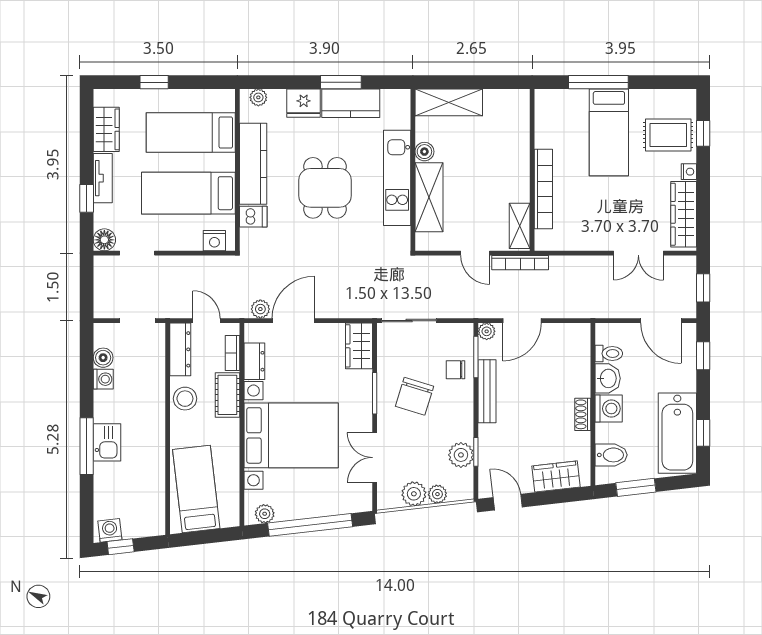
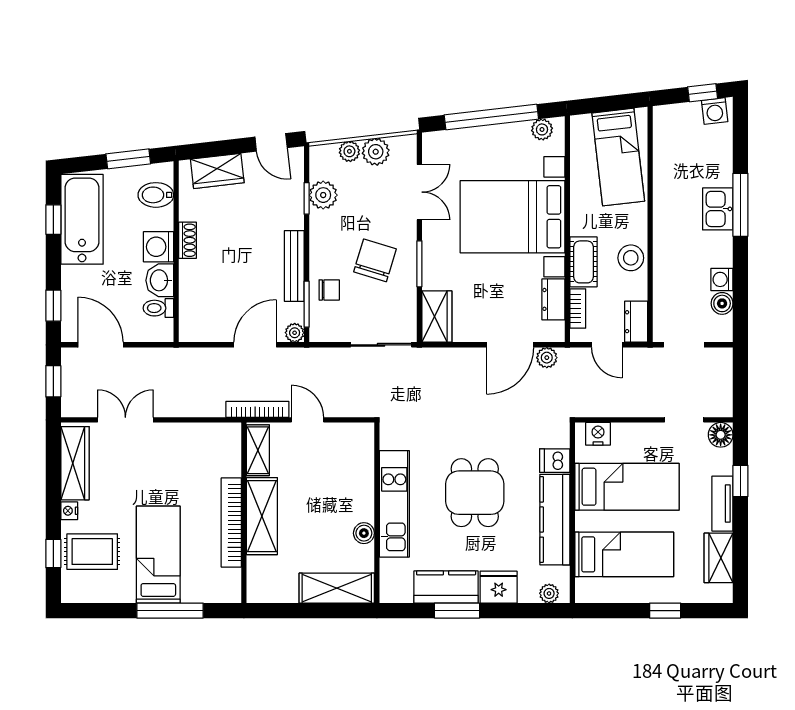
bookcase: (543, 189) -> (231, 523), moved
shelving: (429, 197) -> (262, 516), moved
dresser: (180, 349) -> (636, 322), width x0.70

